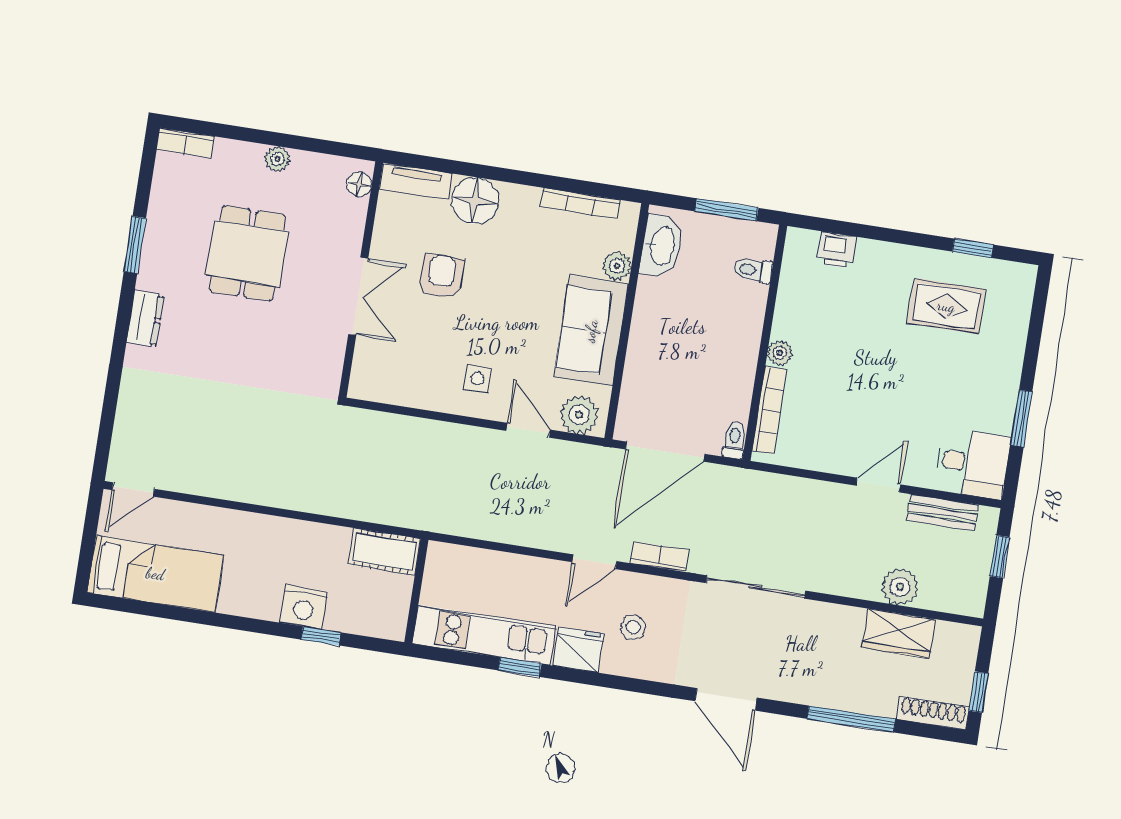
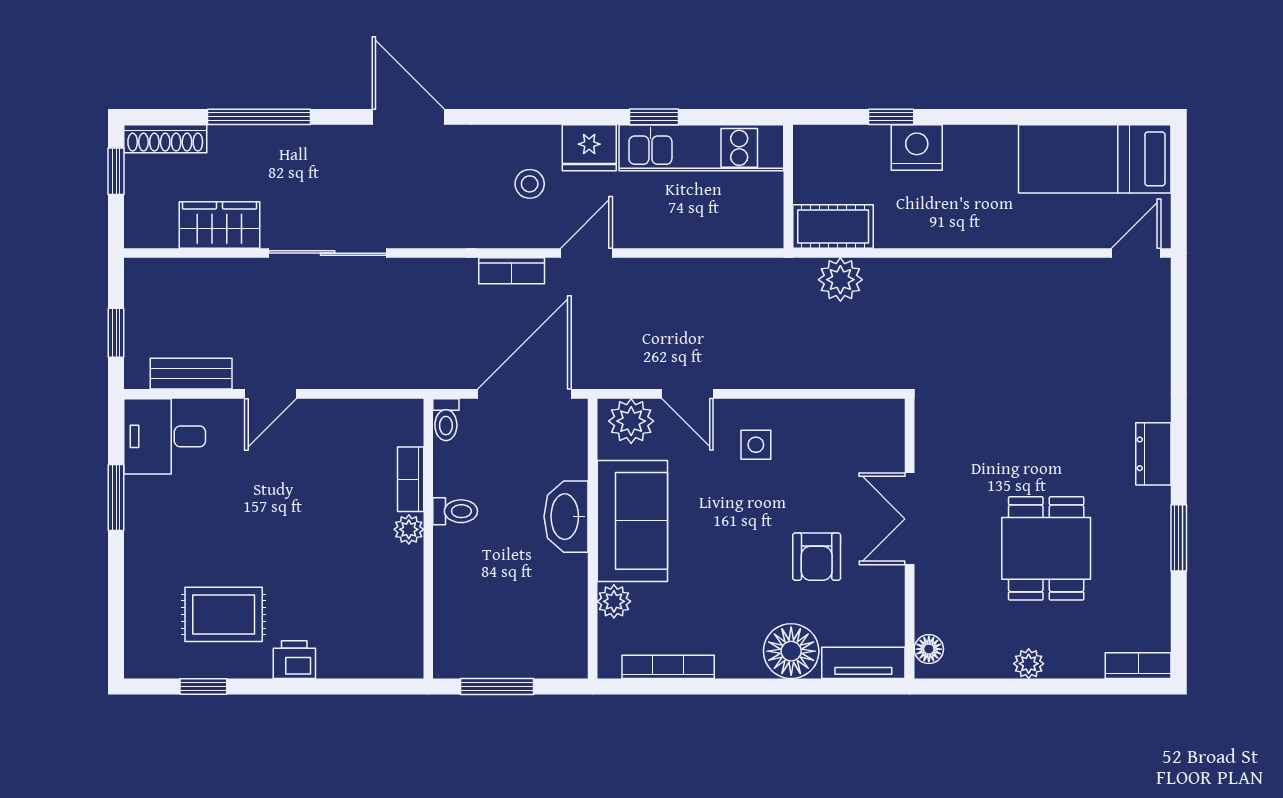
washbasin: (661, 246) -> (566, 517), moved
printer: (837, 250) -> (294, 660), moved
toilet: (753, 270) -> (455, 511), moved
bookcase: (769, 410) -> (411, 479), width x0.64
sliding door: (756, 587) -> (328, 253), moved
plant: (900, 587) -> (840, 280), moved

